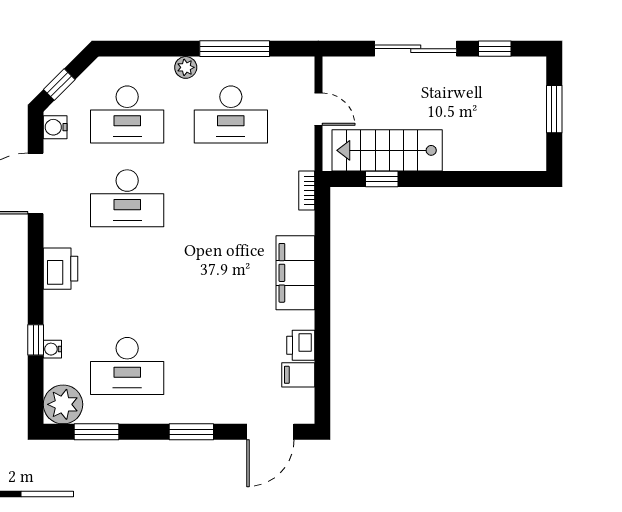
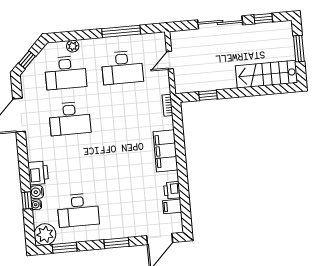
plant: (186, 67) -> (73, 46), moved
door: (318, 109) -> (170, 60), swing flipped
water cooler: (55, 127) -> (37, 192), moved
stairs: (387, 150) -> (267, 74), moved
printer: (61, 269) -> (38, 173), moved

